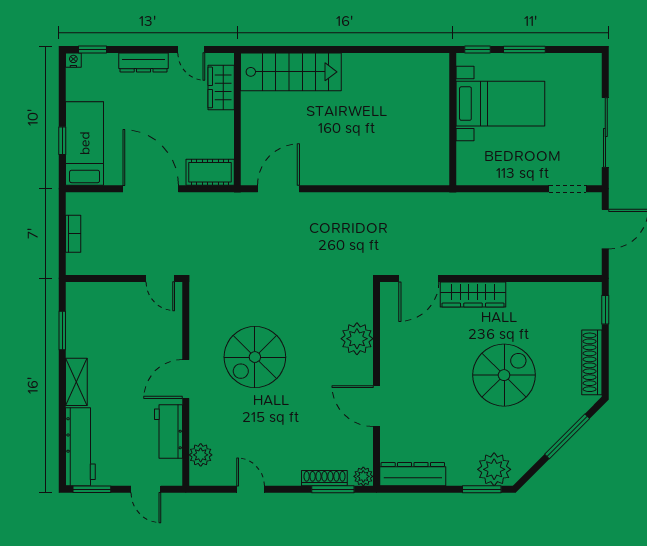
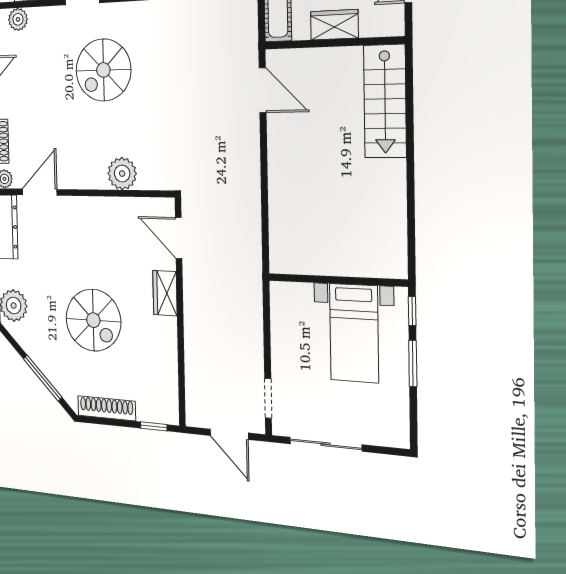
wardrobe: (221, 87) -> (334, 25), moved
wardrobe: (473, 294) -> (165, 293), width x0.67
spiral stairs: (255, 357) -> (103, 70), turned -90
door: (376, 406) -> (40, 192), moved

